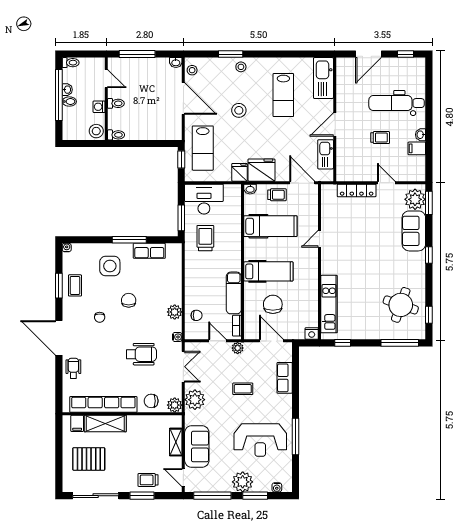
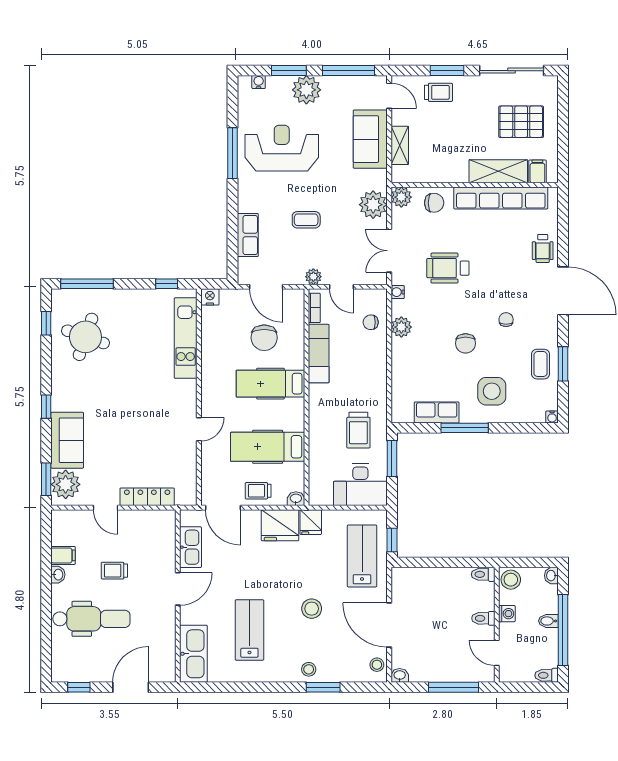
washbasin: (67, 90) -> (551, 576), moved

